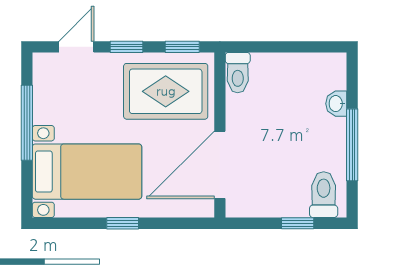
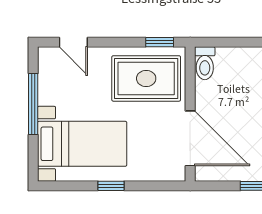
door: (76, 47) -> (73, 42), swing flipped
window: (126, 47) -> (114, 42), removed
door: (220, 165) -> (190, 138), swing flipped

